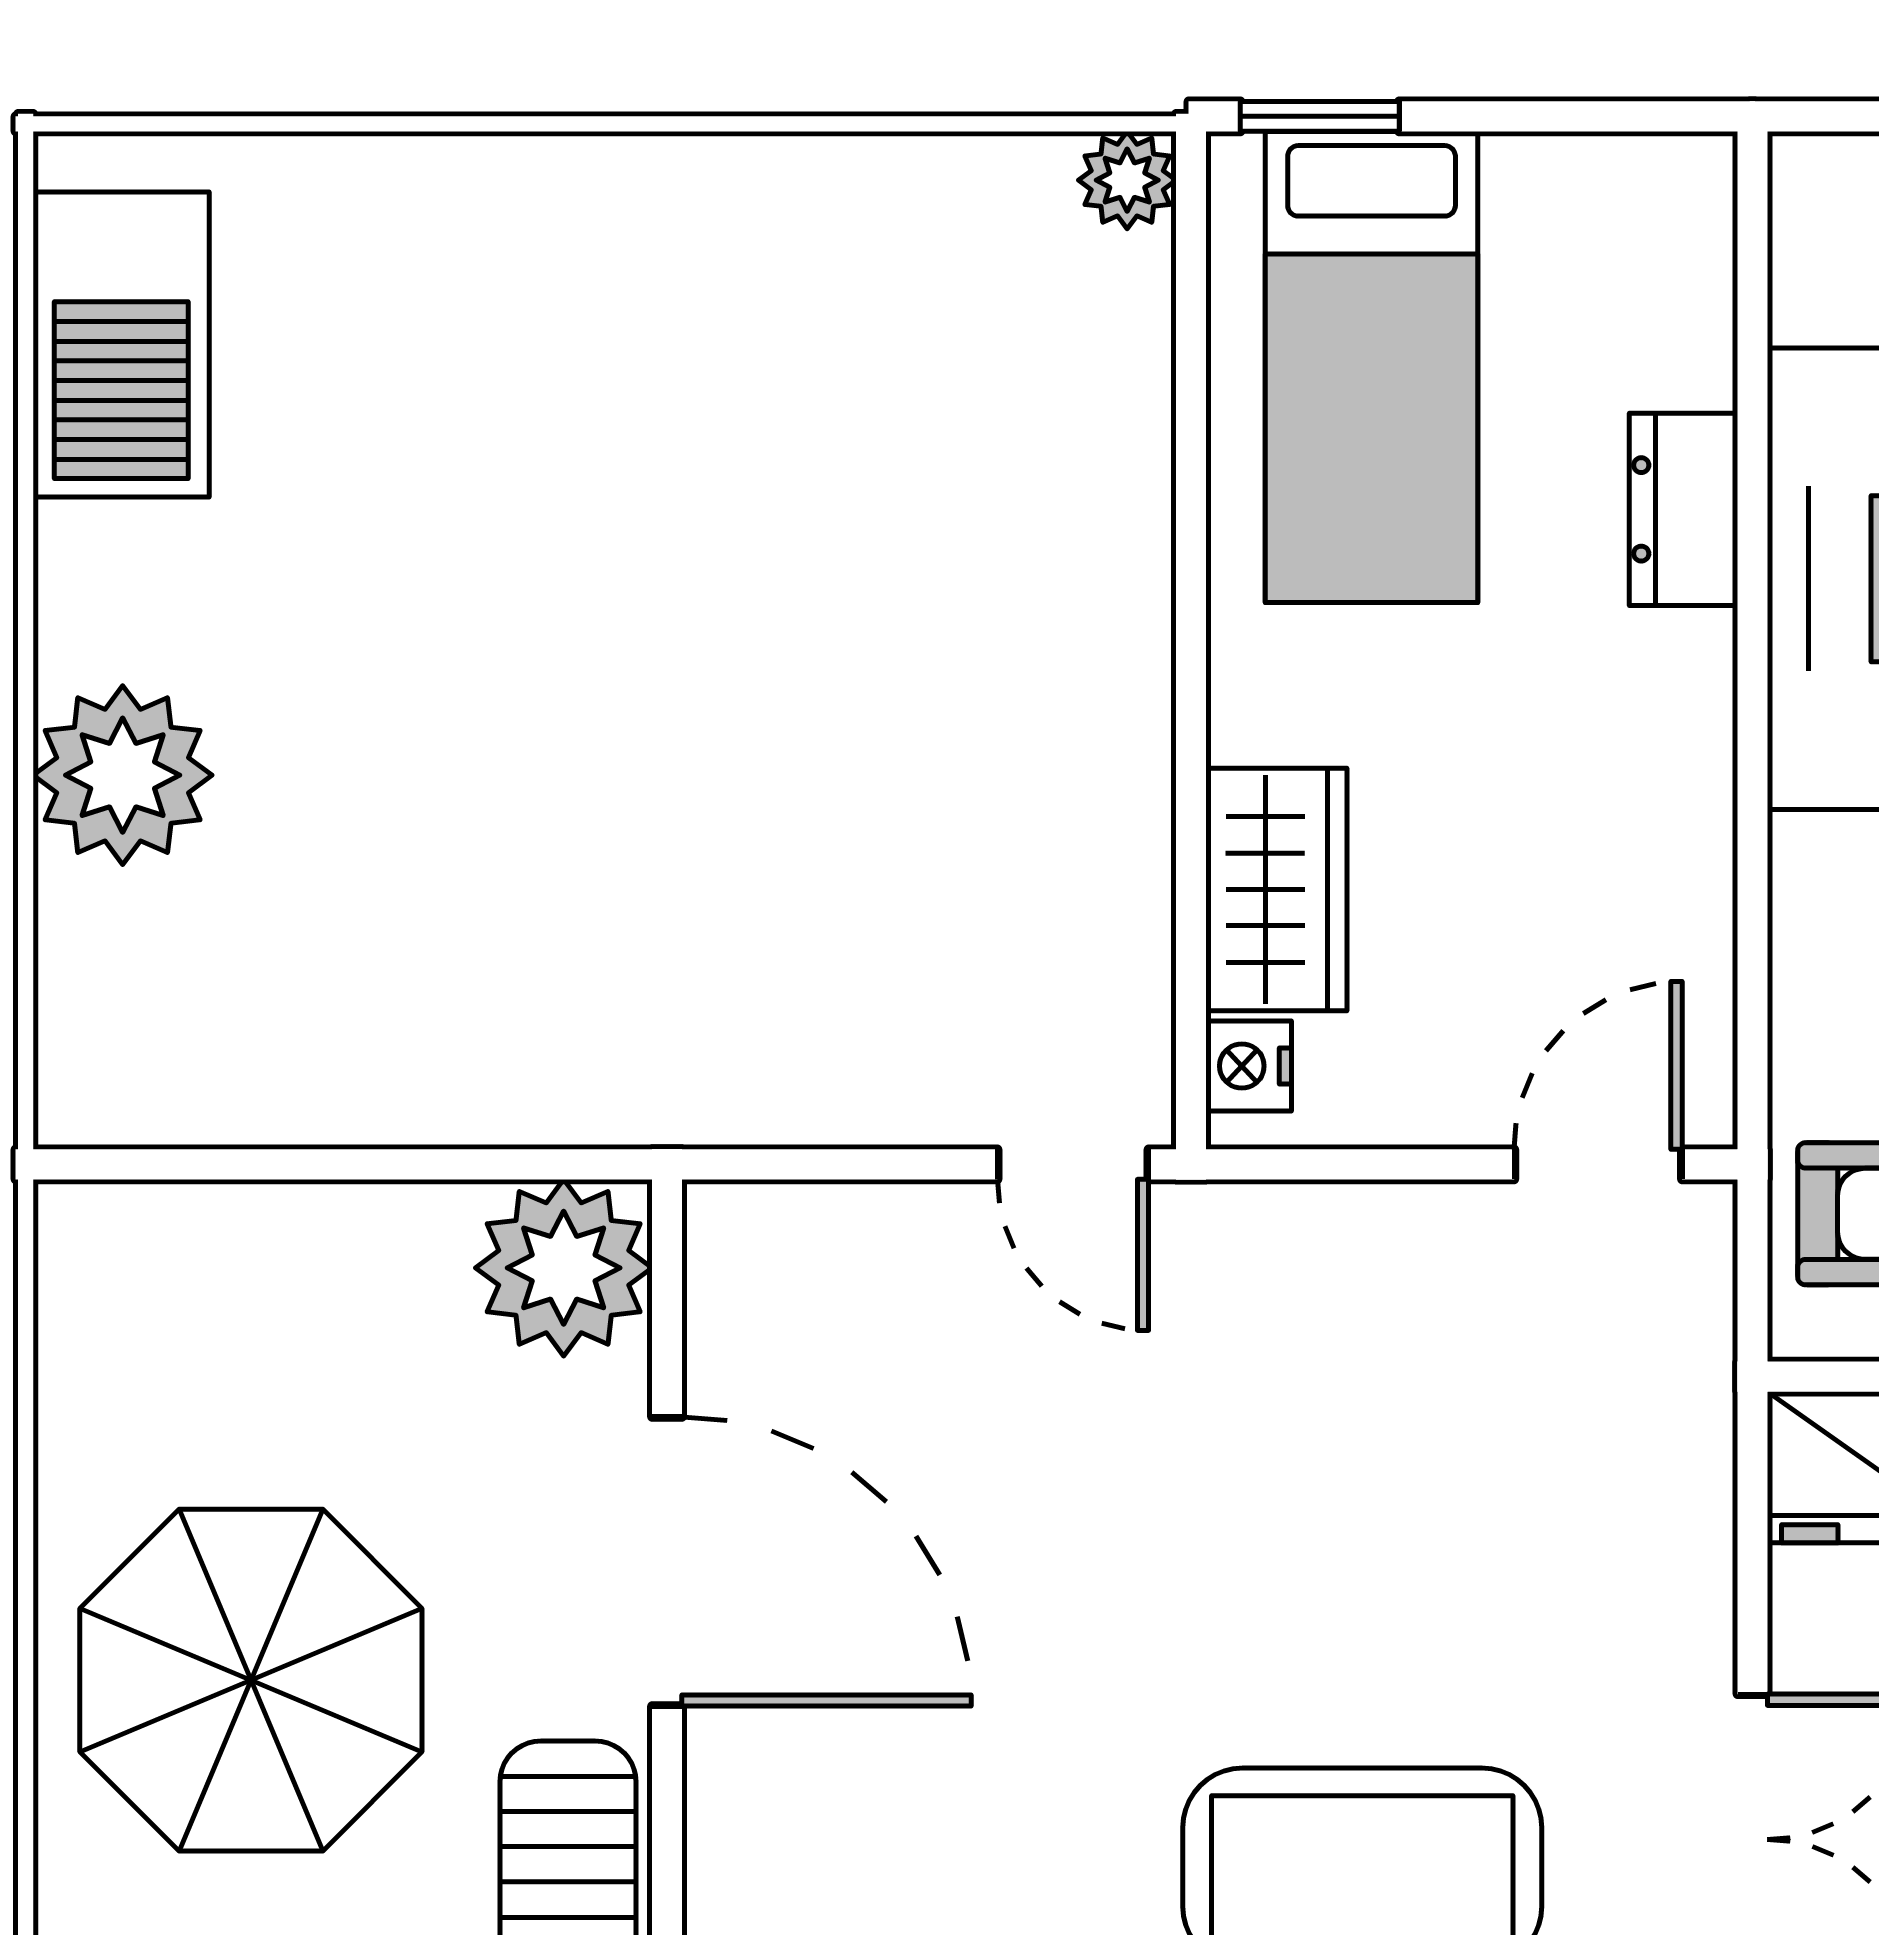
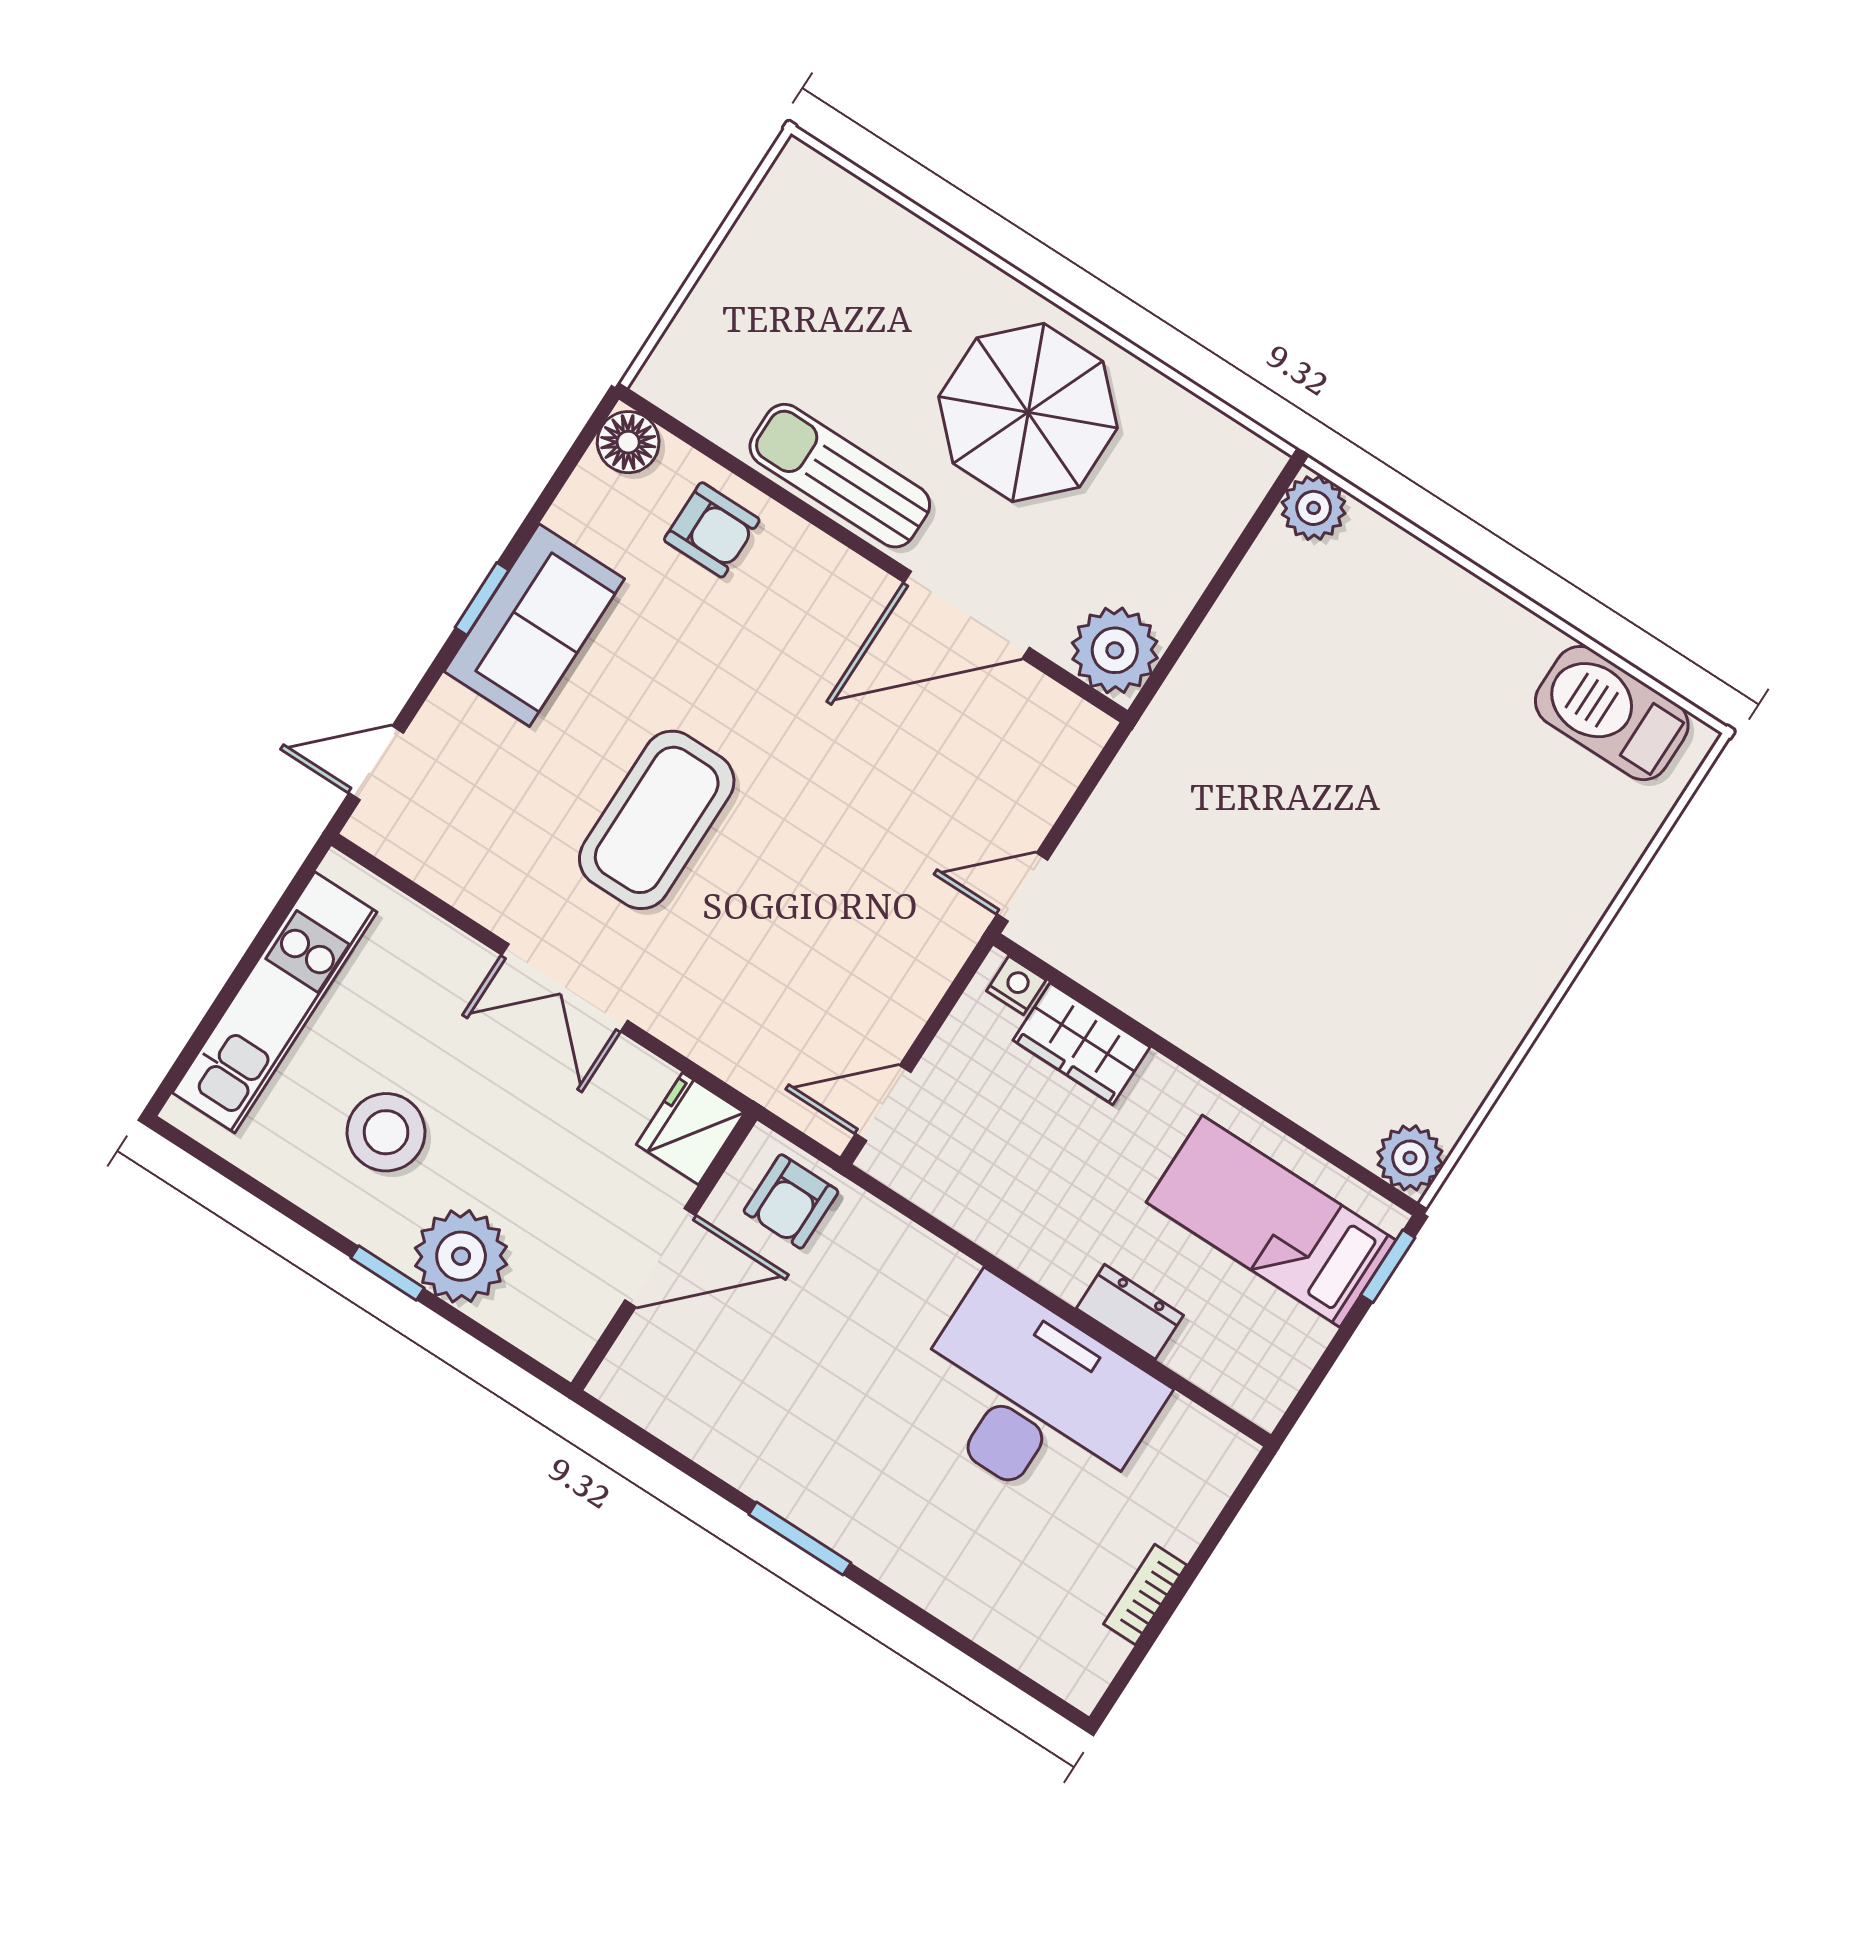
plant: (1127, 180) -> (1410, 1158), width x1.38, depth x1.38
plant: (123, 775) -> (1314, 508), moved, width x0.73, depth x0.73
door: (1598, 1164) -> (883, 1103), swing flipped

